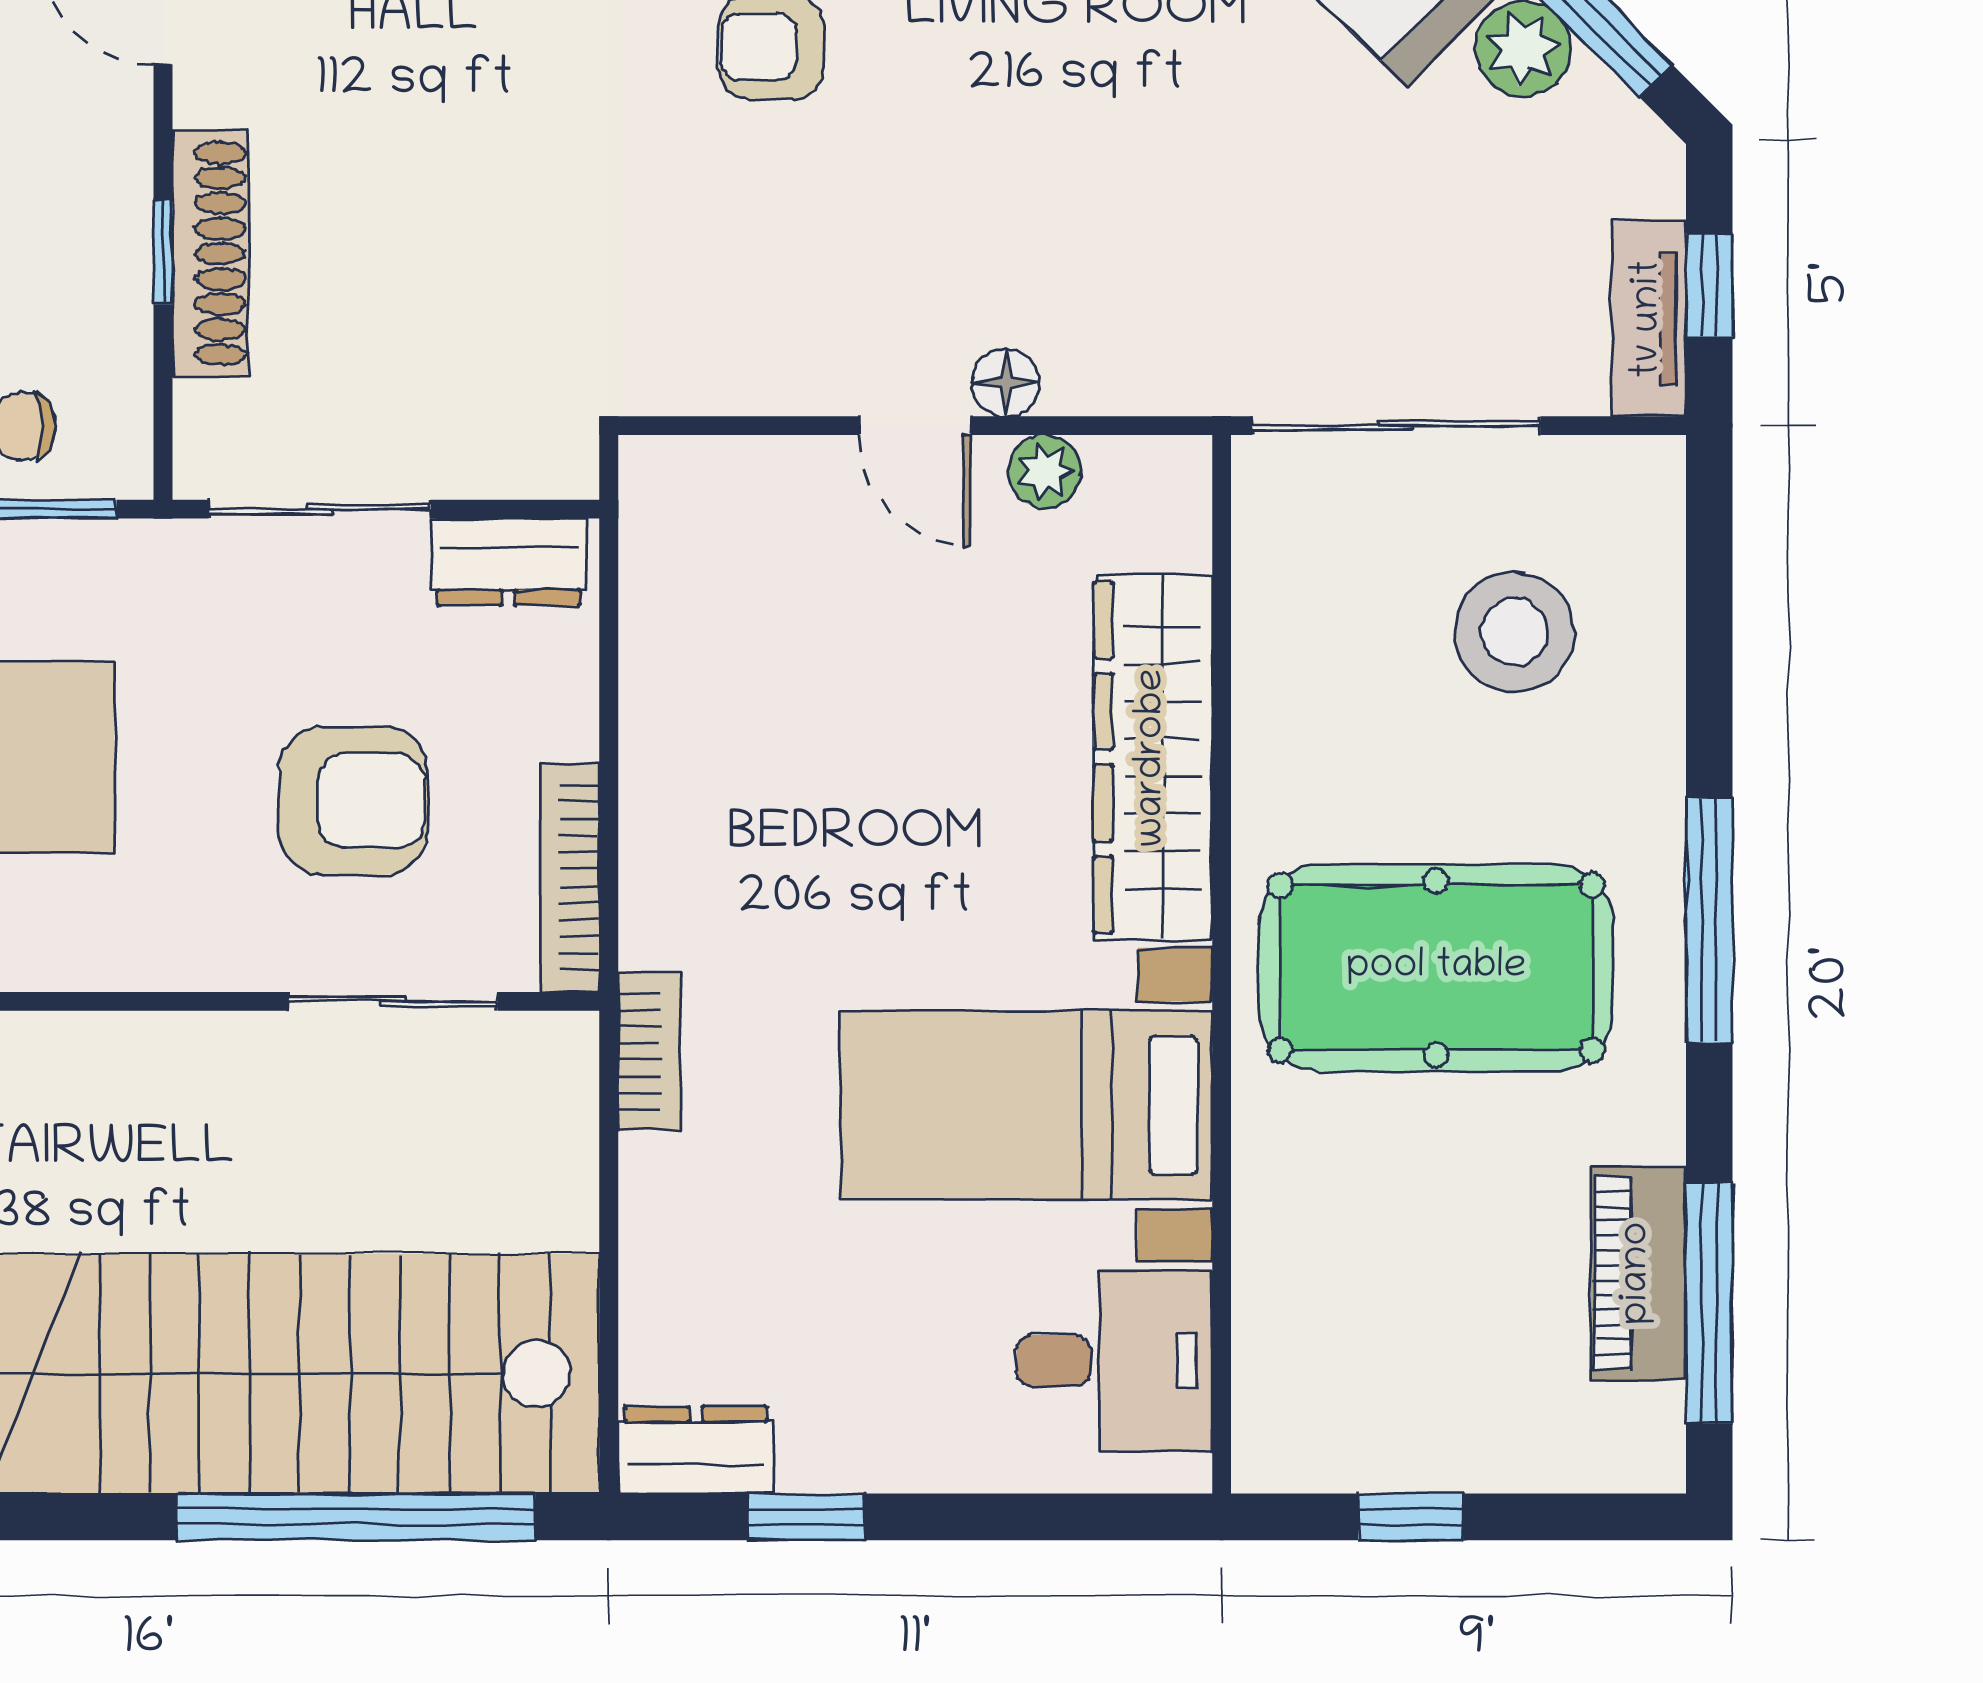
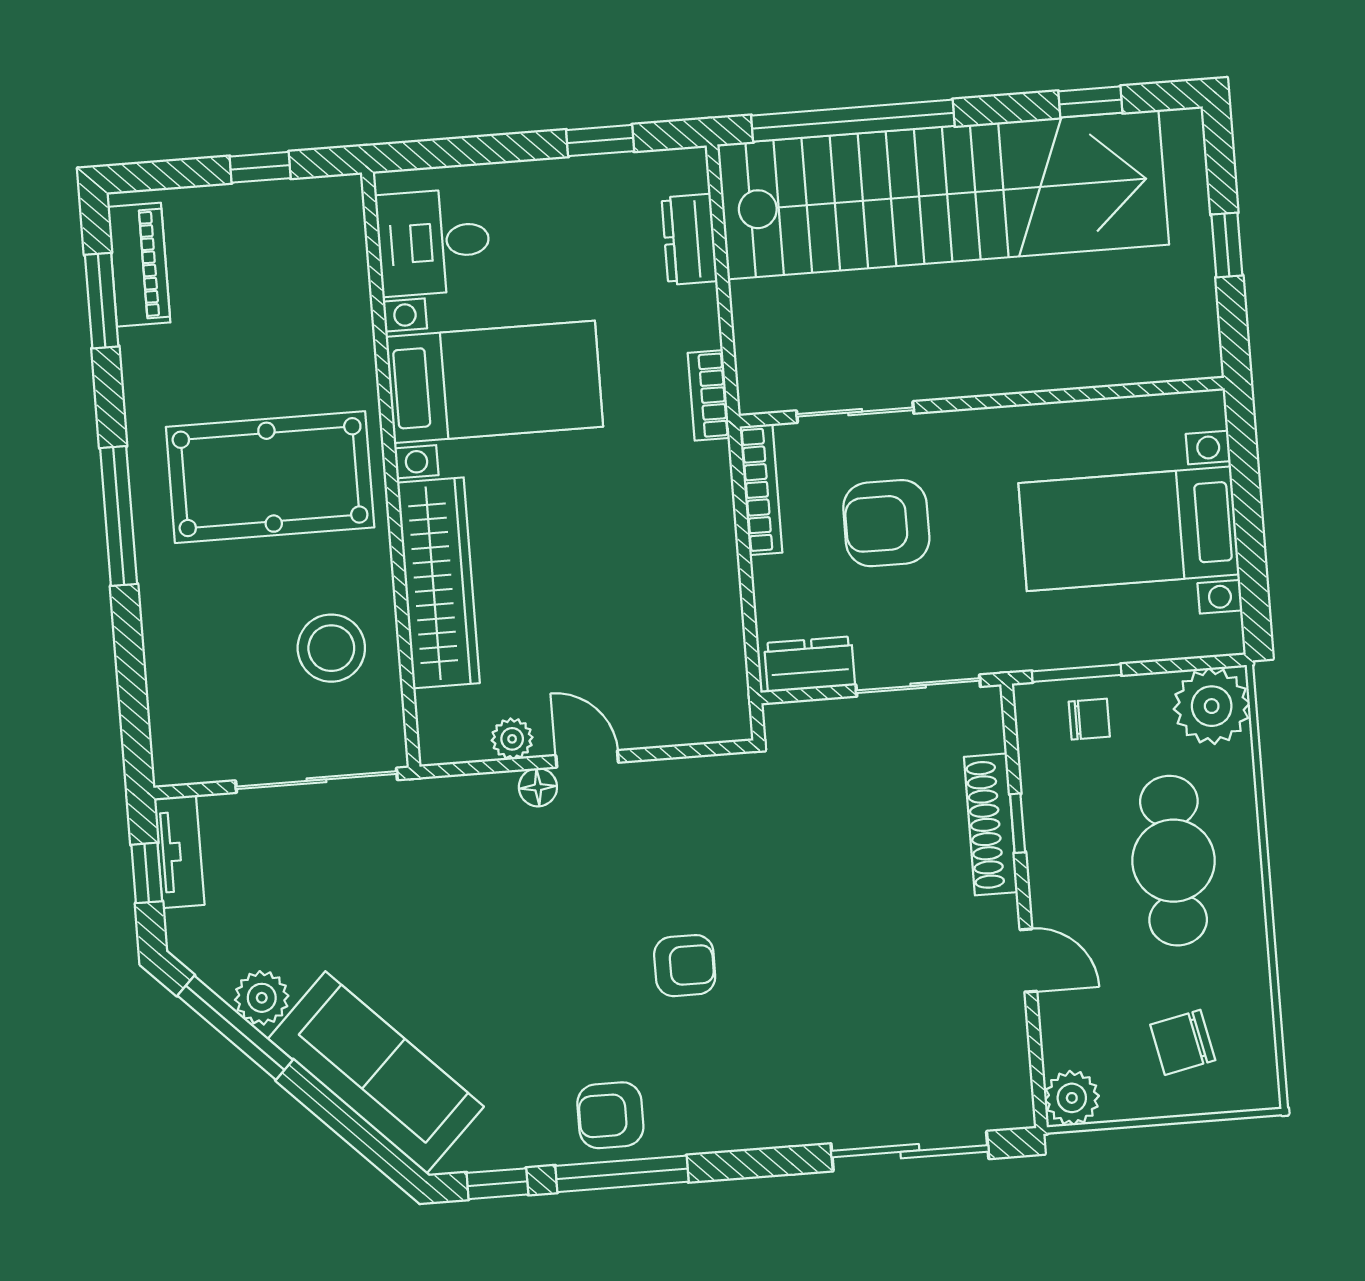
stool: (1514, 632) -> (331, 648), moved
piano: (1638, 1273) -> (139, 265), moved
window: (1709, 1303) -> (102, 301), width x0.69
dresser: (696, 1450) -> (689, 239), moved, turned 90

